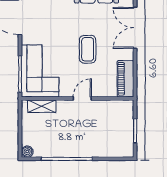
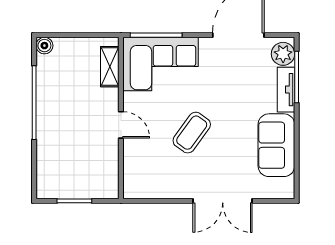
double door: (135, 28) -> (223, 201), swing flipped
coffee table: (88, 49) -> (192, 133), turned -54
piano: (125, 79) -> (149, 187), removed

